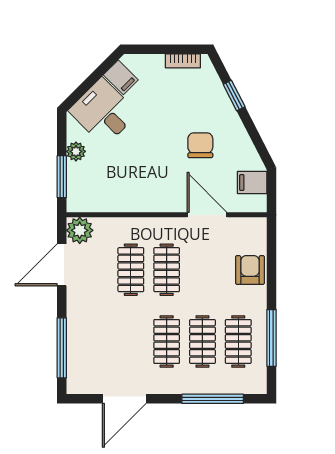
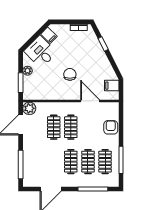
chair: (200, 145) -> (70, 74), moved

